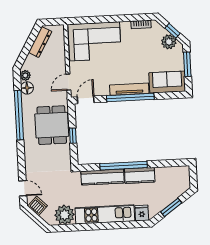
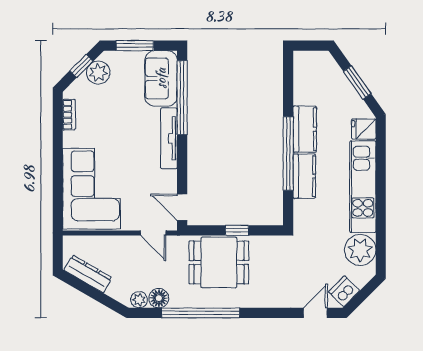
window: (130, 97) -> (182, 98), moved
kitchen counter: (103, 177) -> (304, 176), width x0.67

